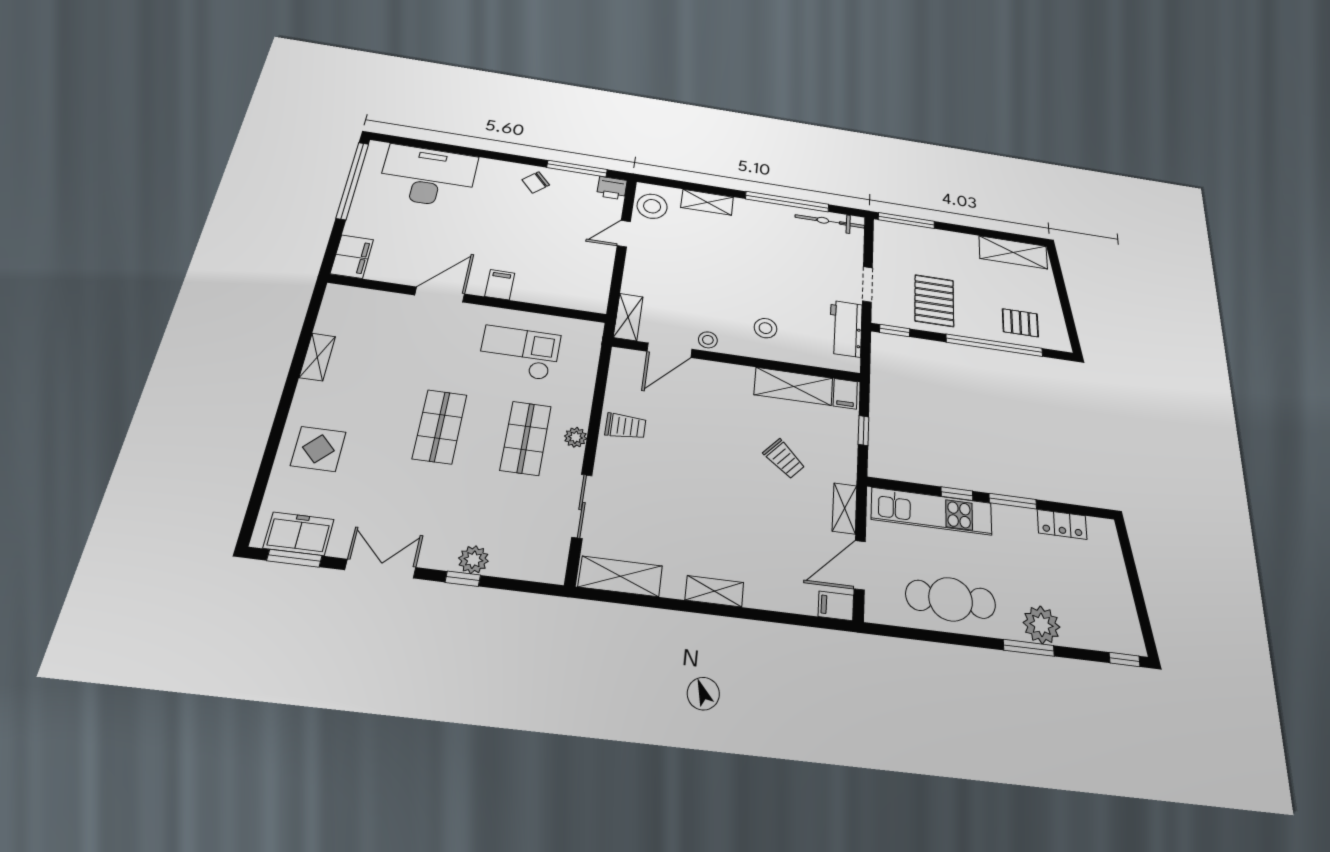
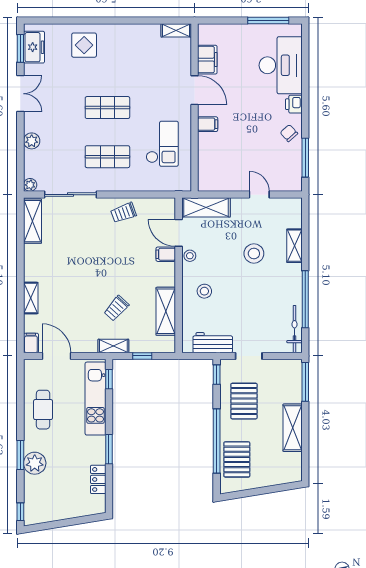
window: (353, 181) -> (268, 20), width x0.68
printer: (612, 188) -> (294, 104), moved
stool: (652, 206) -> (254, 254), moved
shelving: (1013, 252) -> (293, 428), moved
filing cabinet: (352, 257) -> (207, 60), moved, turned -90
pallet: (934, 301) -> (244, 401), turned 90
shelving: (628, 317) -> (206, 207), width x1.50, depth x1.33
pallet: (1020, 323) -> (237, 459), width x1.50, depth x1.42
shelving: (317, 357) -> (176, 30), moved
filing cabinet: (845, 394) -> (166, 254), moved
trolley: (625, 426) -> (124, 213), turned 70
plant: (576, 437) -> (30, 185), moved
window: (957, 494) -> (109, 379), moved
sliding door: (582, 506) -> (70, 195), width x1.37
shelving: (845, 508) -> (113, 346), moved
window: (463, 579) -> (20, 137), removed
shelving: (714, 591) -> (31, 298), moved
cafe table: (951, 599) -> (43, 410), width x0.73, depth x0.74

